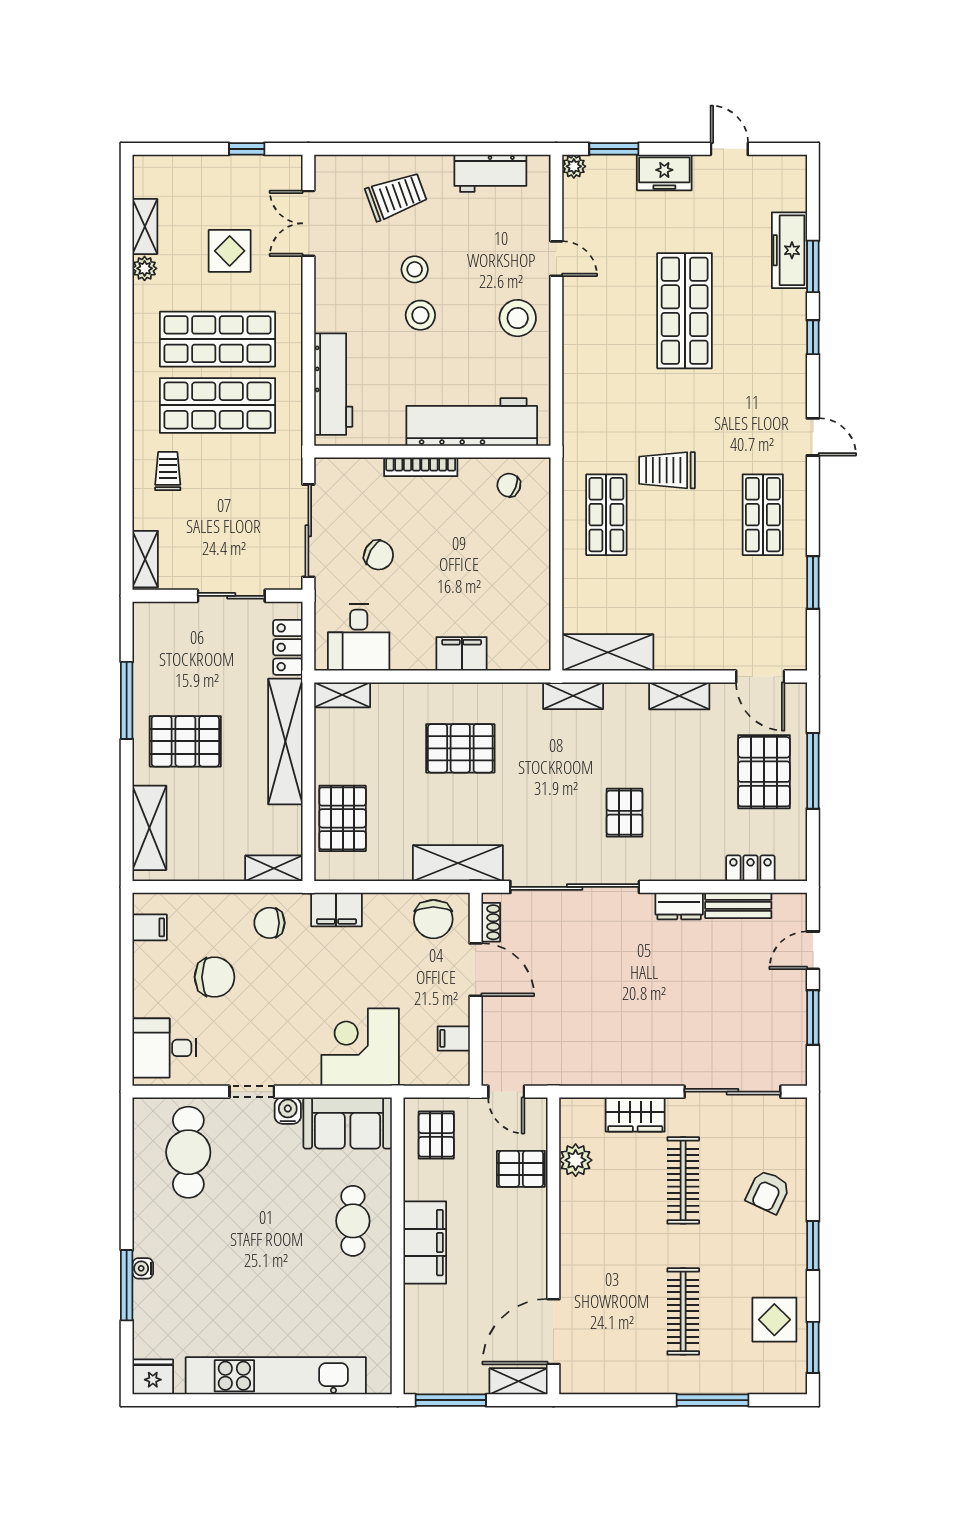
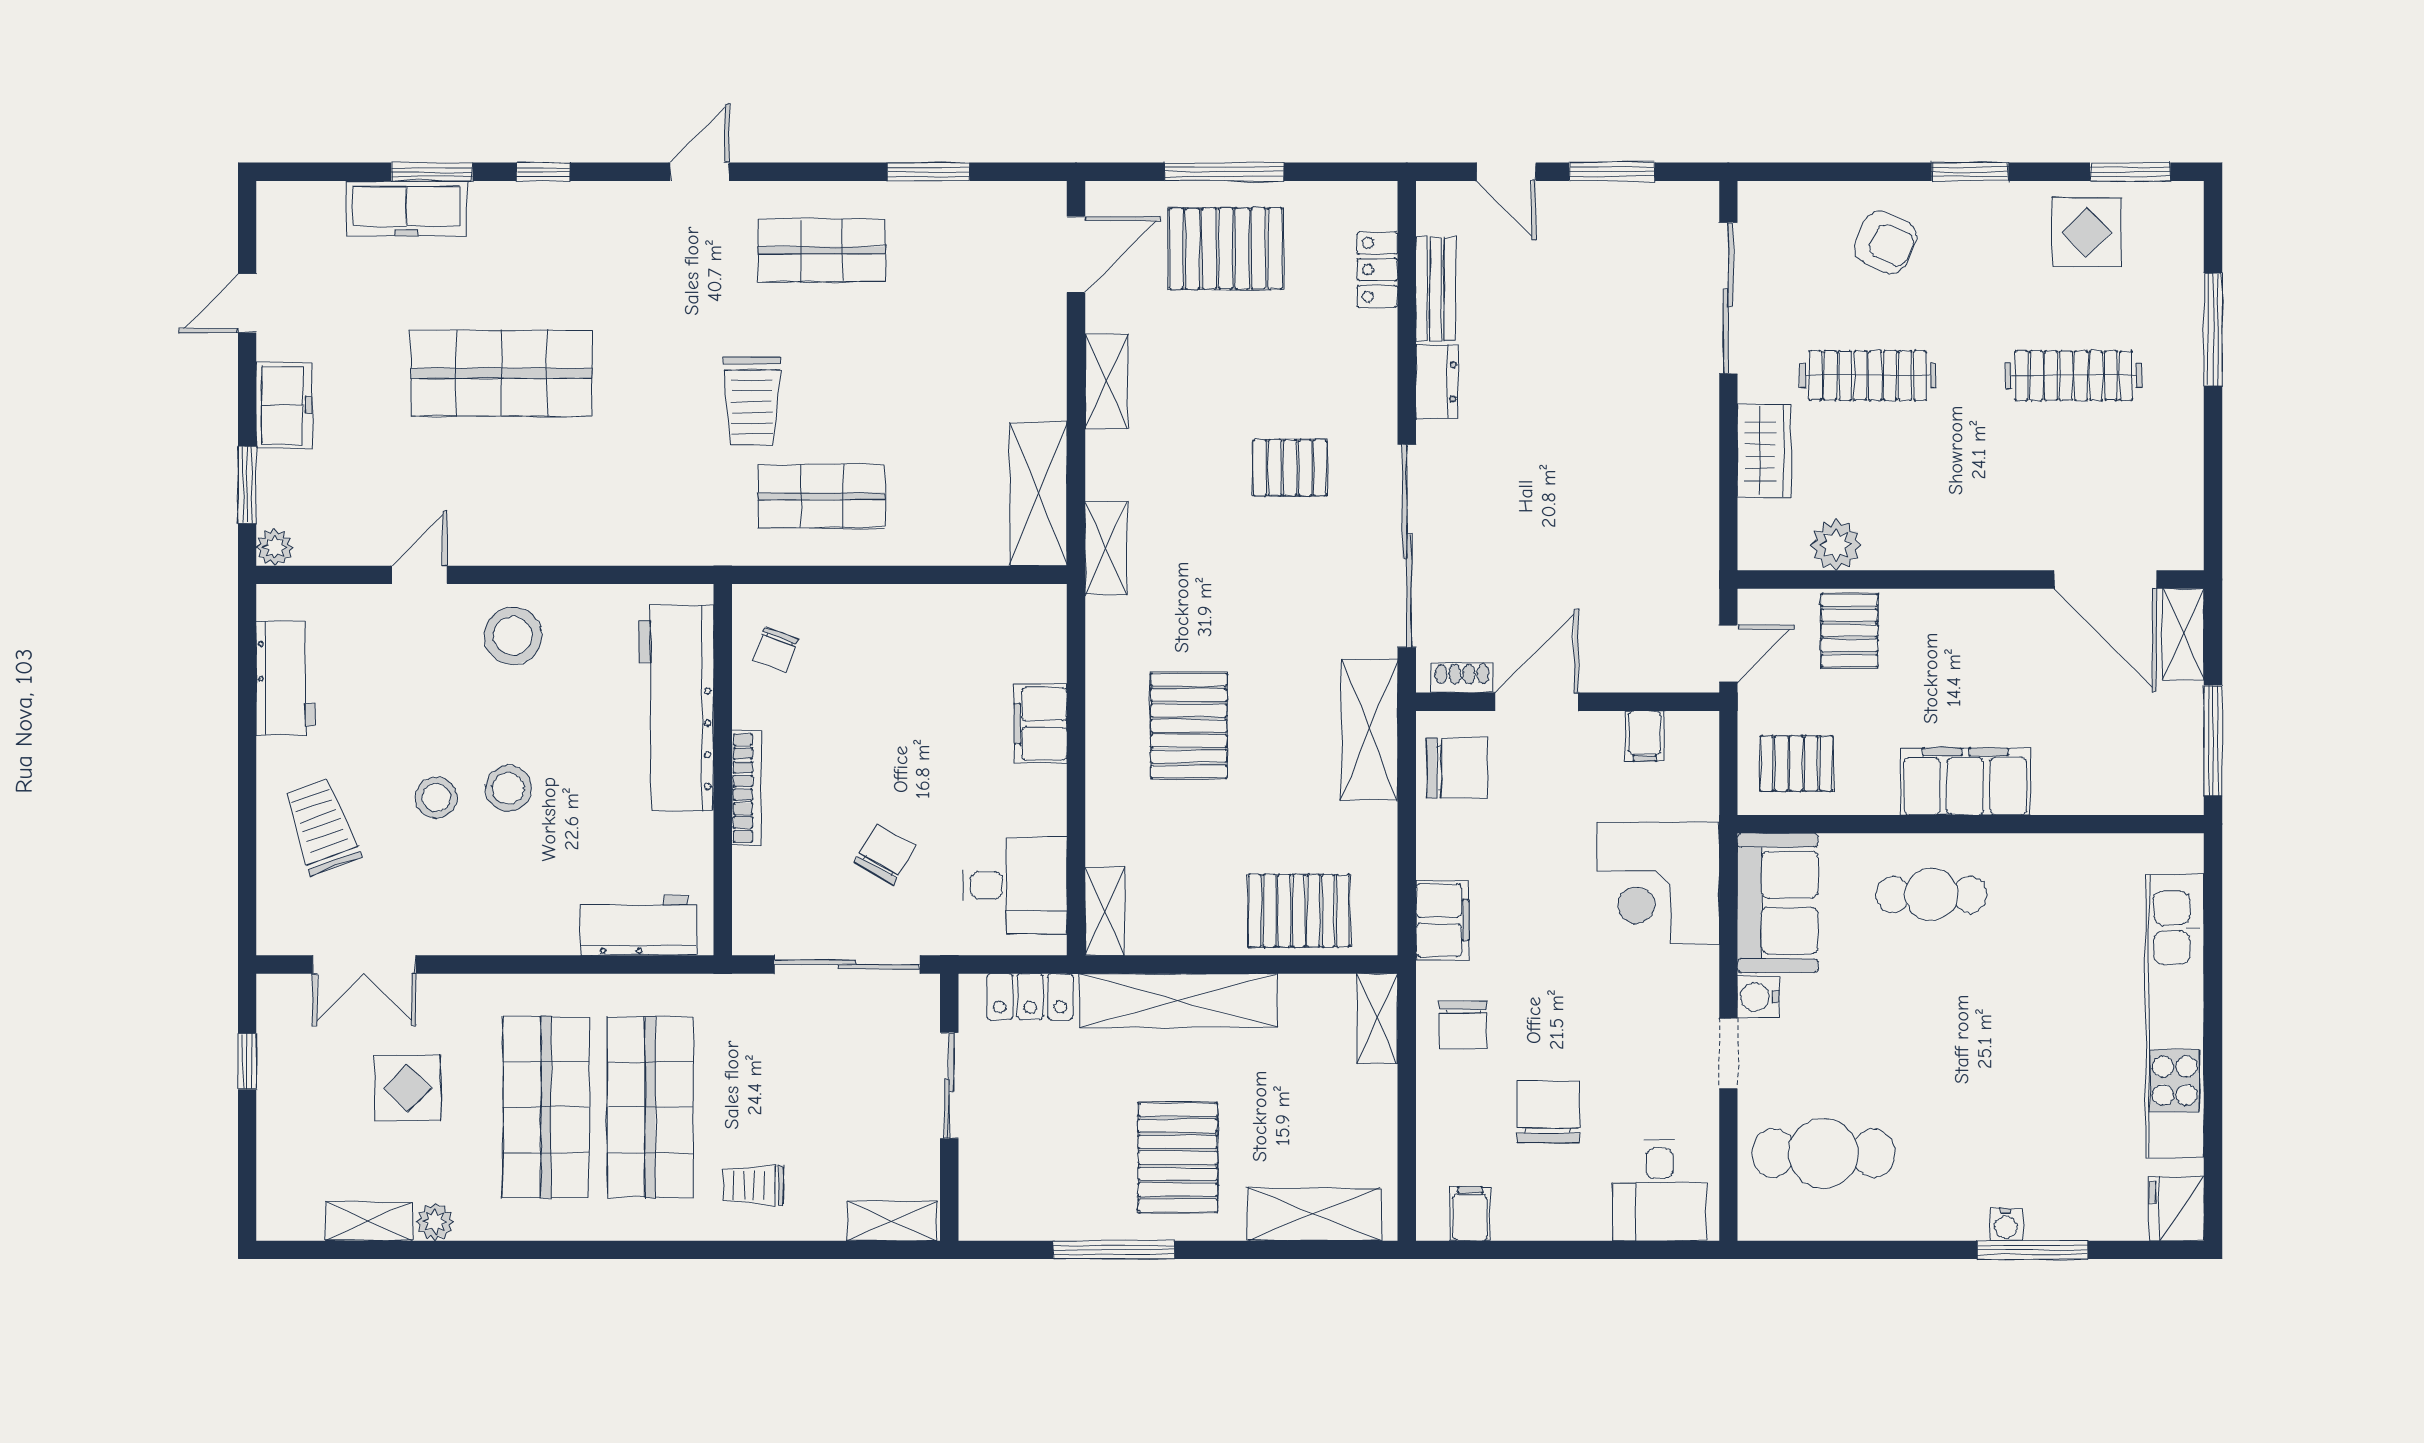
workbench: (333, 384) -> (639, 925), width x0.73

